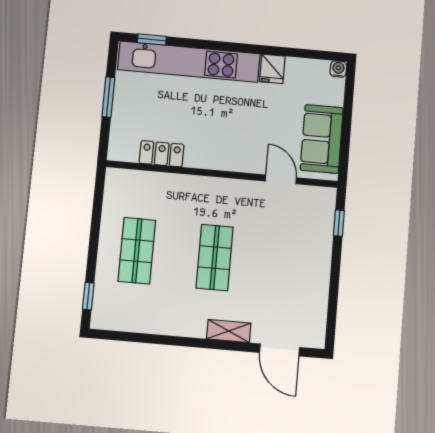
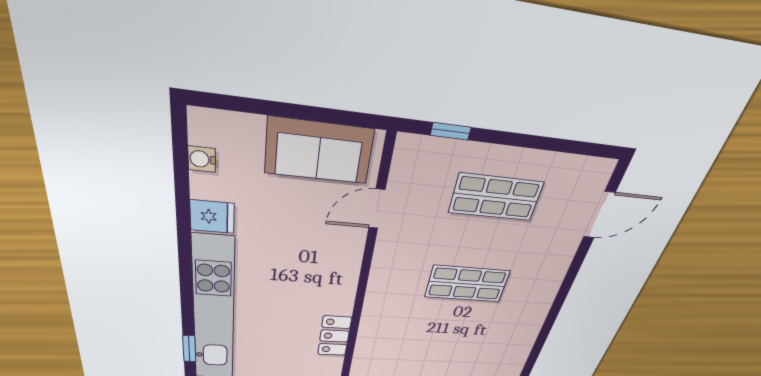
water cooler: (338, 69) -> (202, 159), moved
shop shelf: (137, 251) -> (496, 197), moved
shelving: (229, 331) -> (557, 269), removed

